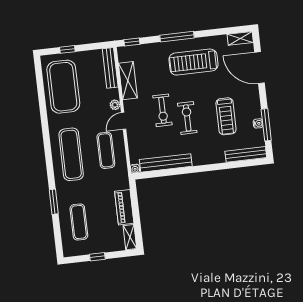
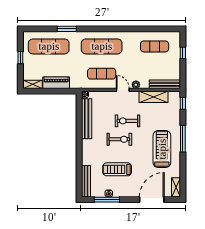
exercise mat: (63, 87) -> (155, 46), width x0.50, depth x0.69
exercise mat: (79, 222) -> (49, 46), width x1.36, depth x1.45

